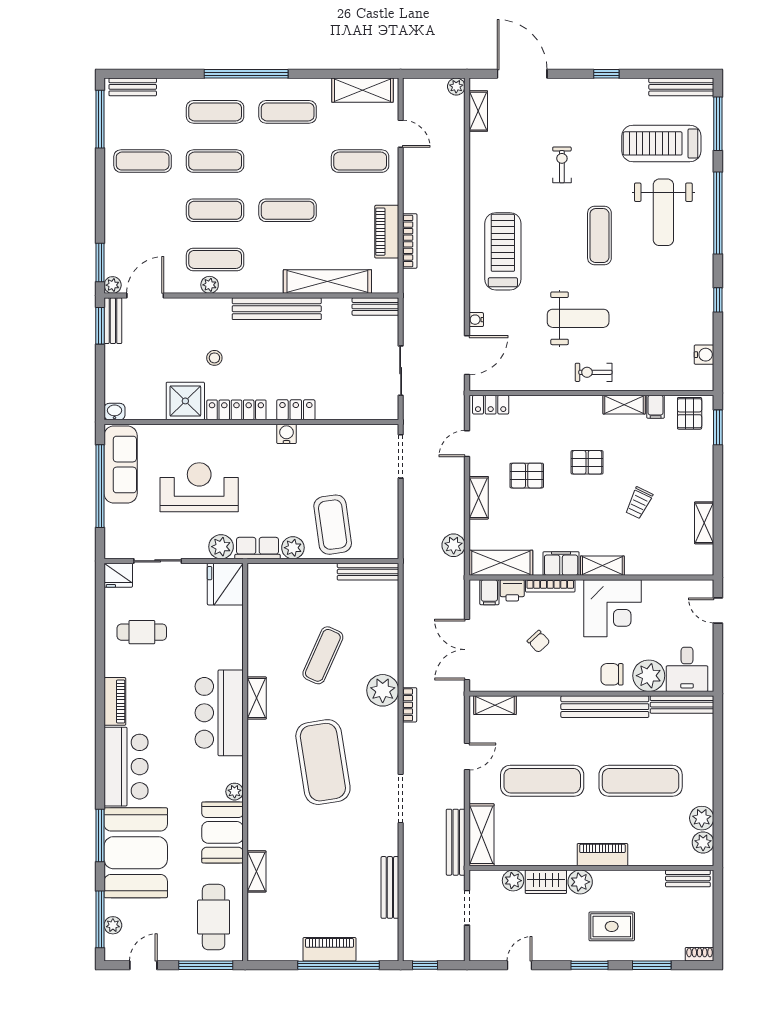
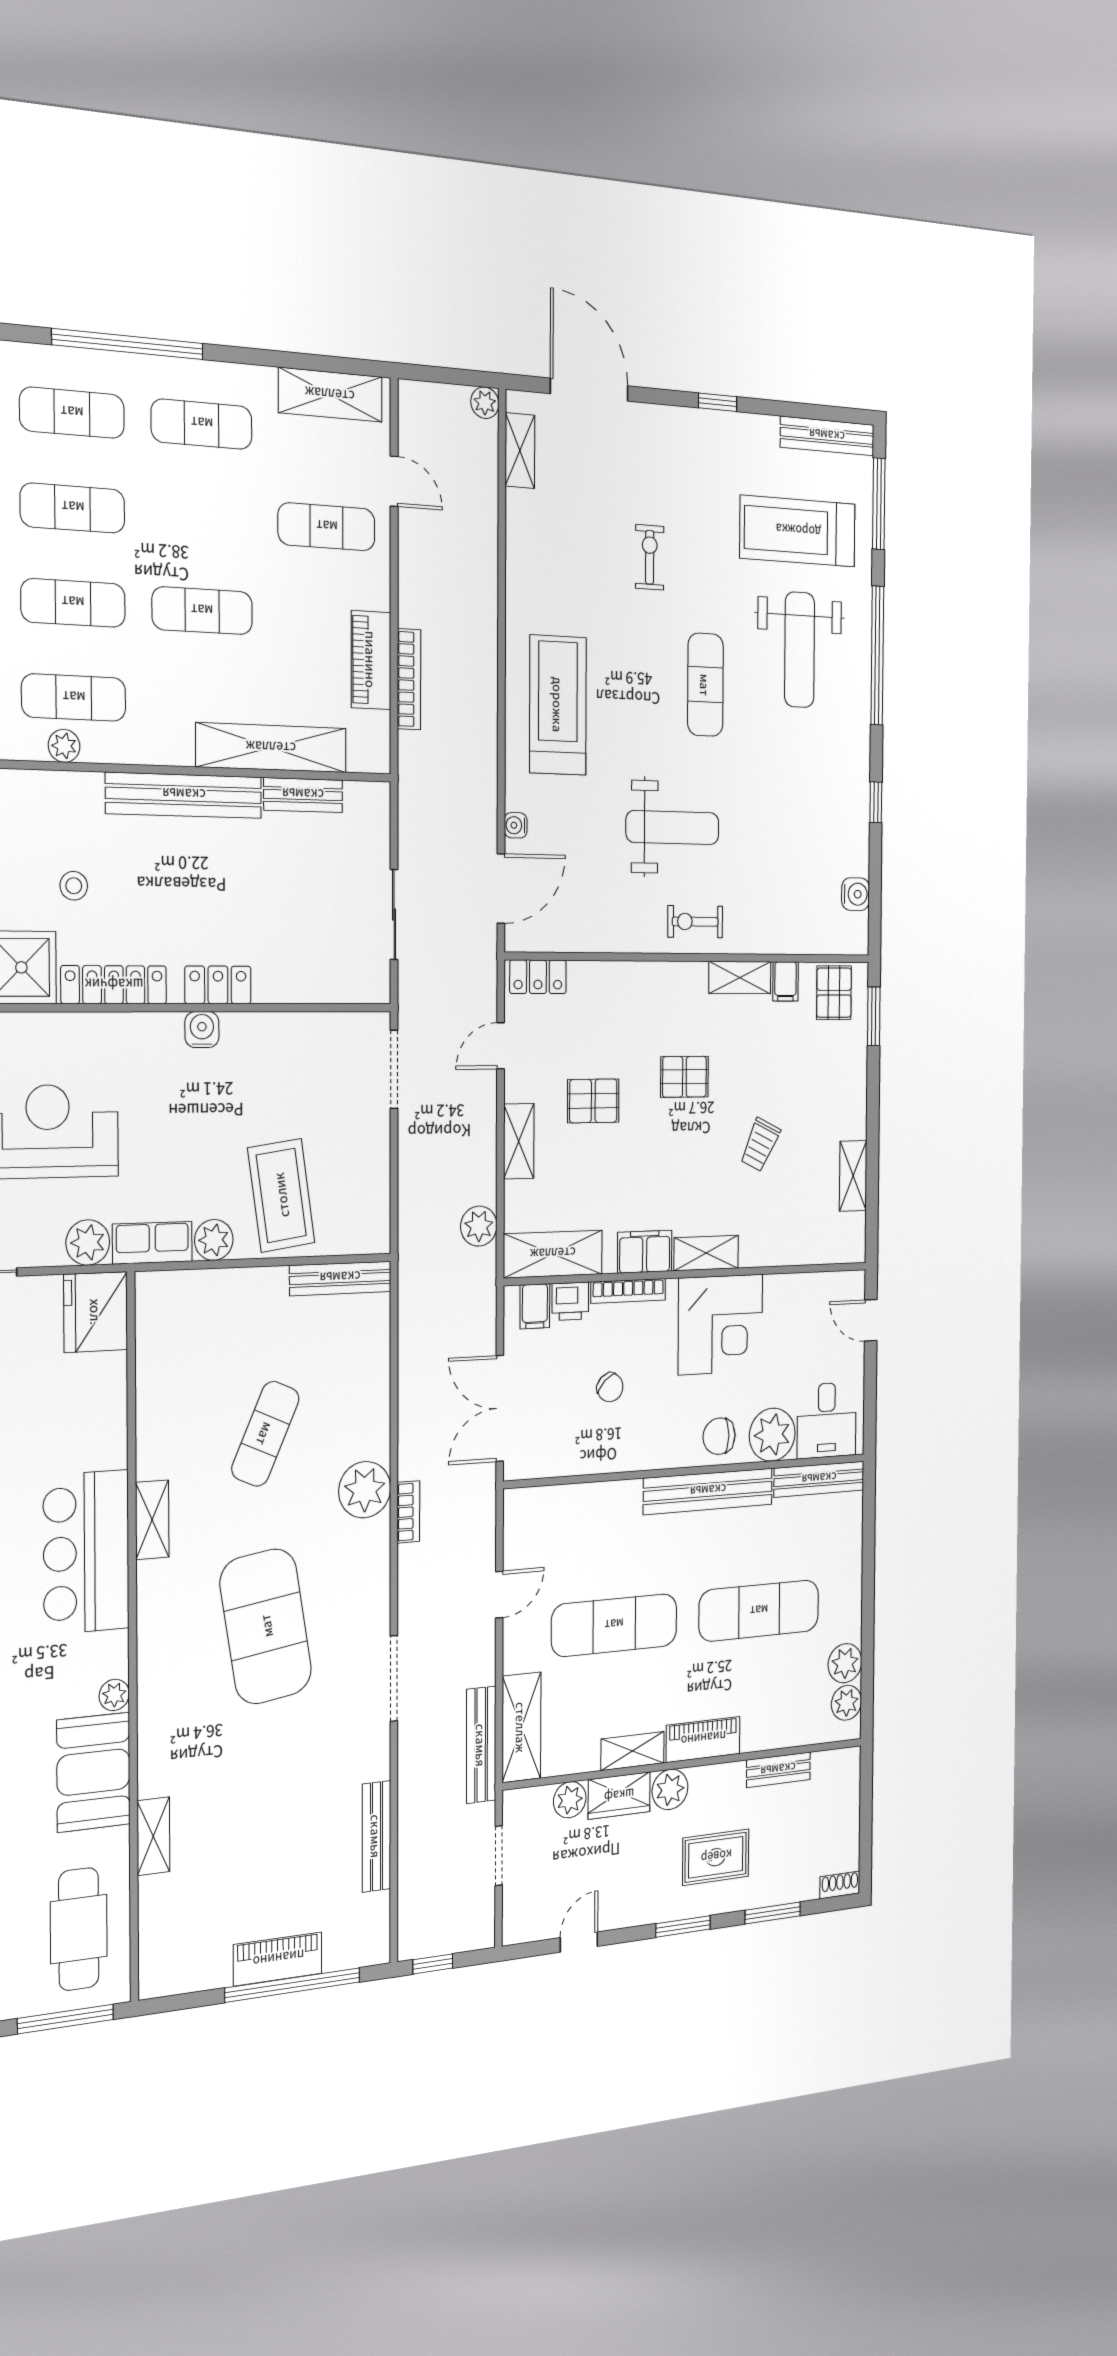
bench: (375, 306) -> (303, 795), moved
shelving: (495, 705) -> (632, 1751), moved
bench: (688, 878) -> (778, 1770), moved

